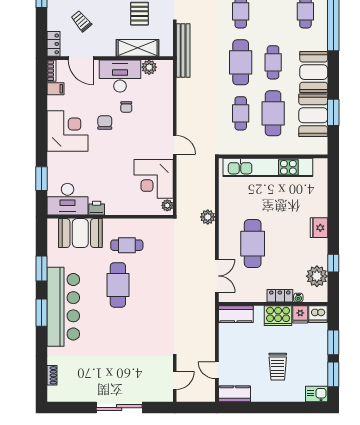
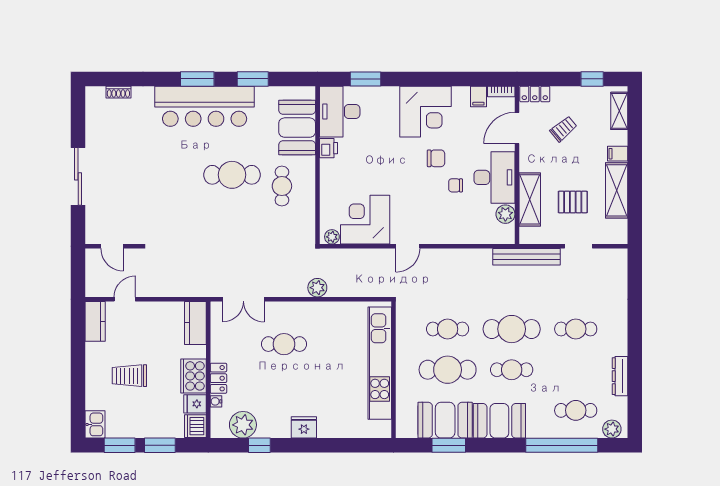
cafe table: (253, 244) -> (284, 344), width x0.73, depth x0.74

